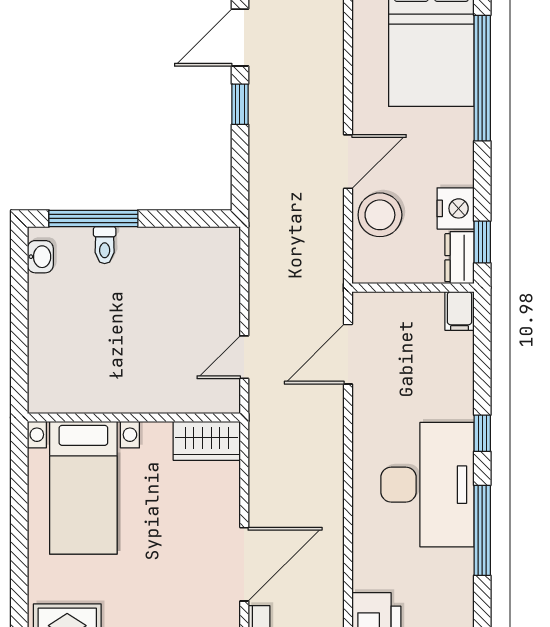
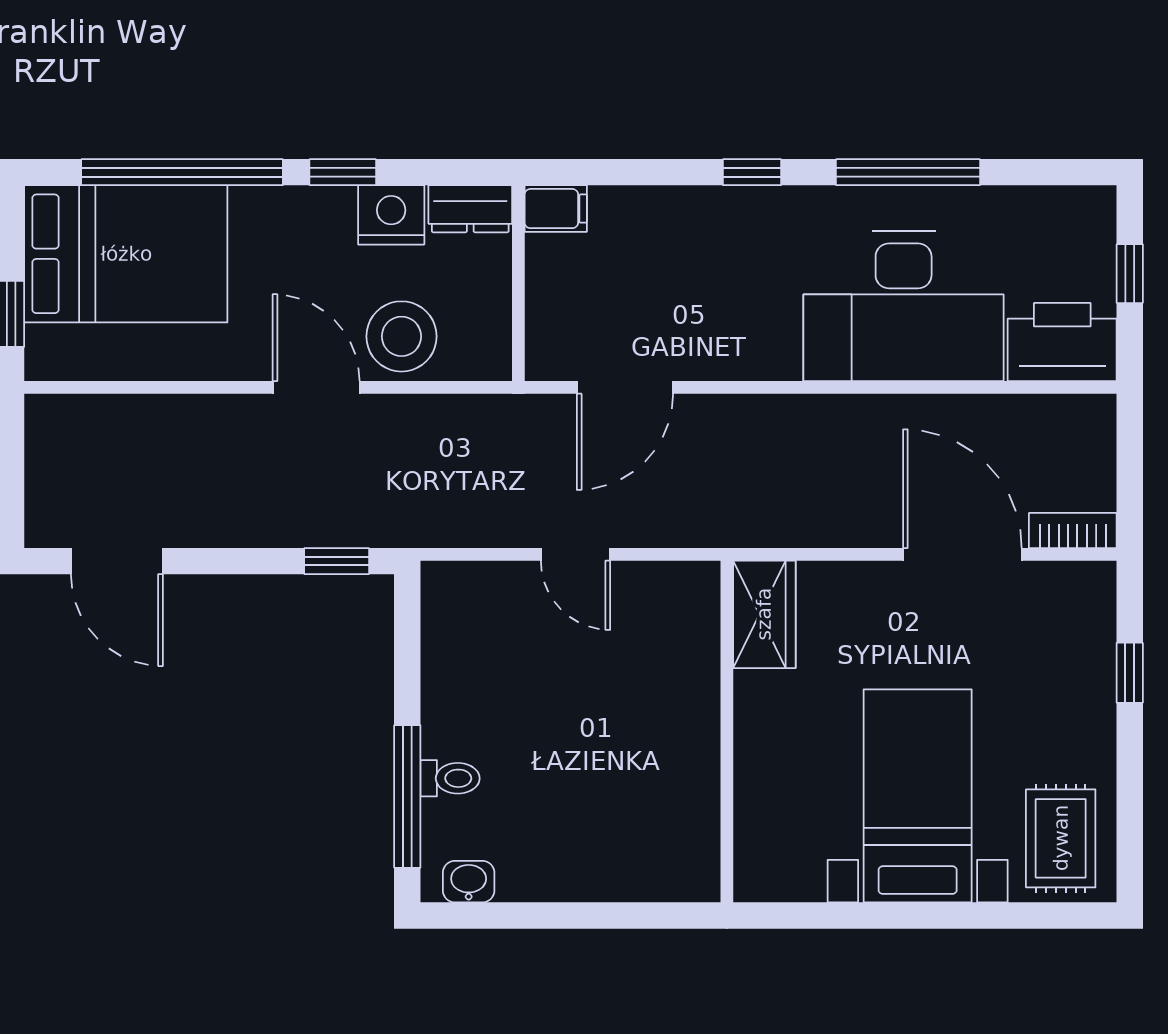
window: (240, 104) -> (337, 561), moved
window: (482, 242) -> (343, 172), moved
door: (348, 354) -> (625, 387), hinge flipped
door: (244, 357) -> (575, 554), moved
desk: (427, 485) -> (904, 306), moved, turned 180
bed with nightstands: (83, 488) -> (918, 796), moved, turned -90

